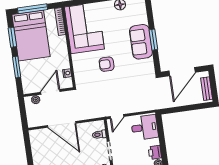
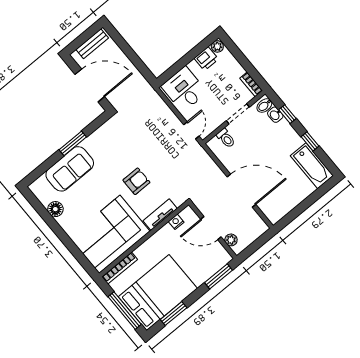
sofa: (141, 42) -> (70, 169), moved
armchair: (107, 64) -> (136, 181), turned -90
tv unit: (77, 66) -> (160, 215), added
window: (17, 67) -> (218, 276), moved
door: (117, 117) -> (191, 130), hinge flipped
door: (62, 124) -> (241, 191), hinge flipped

